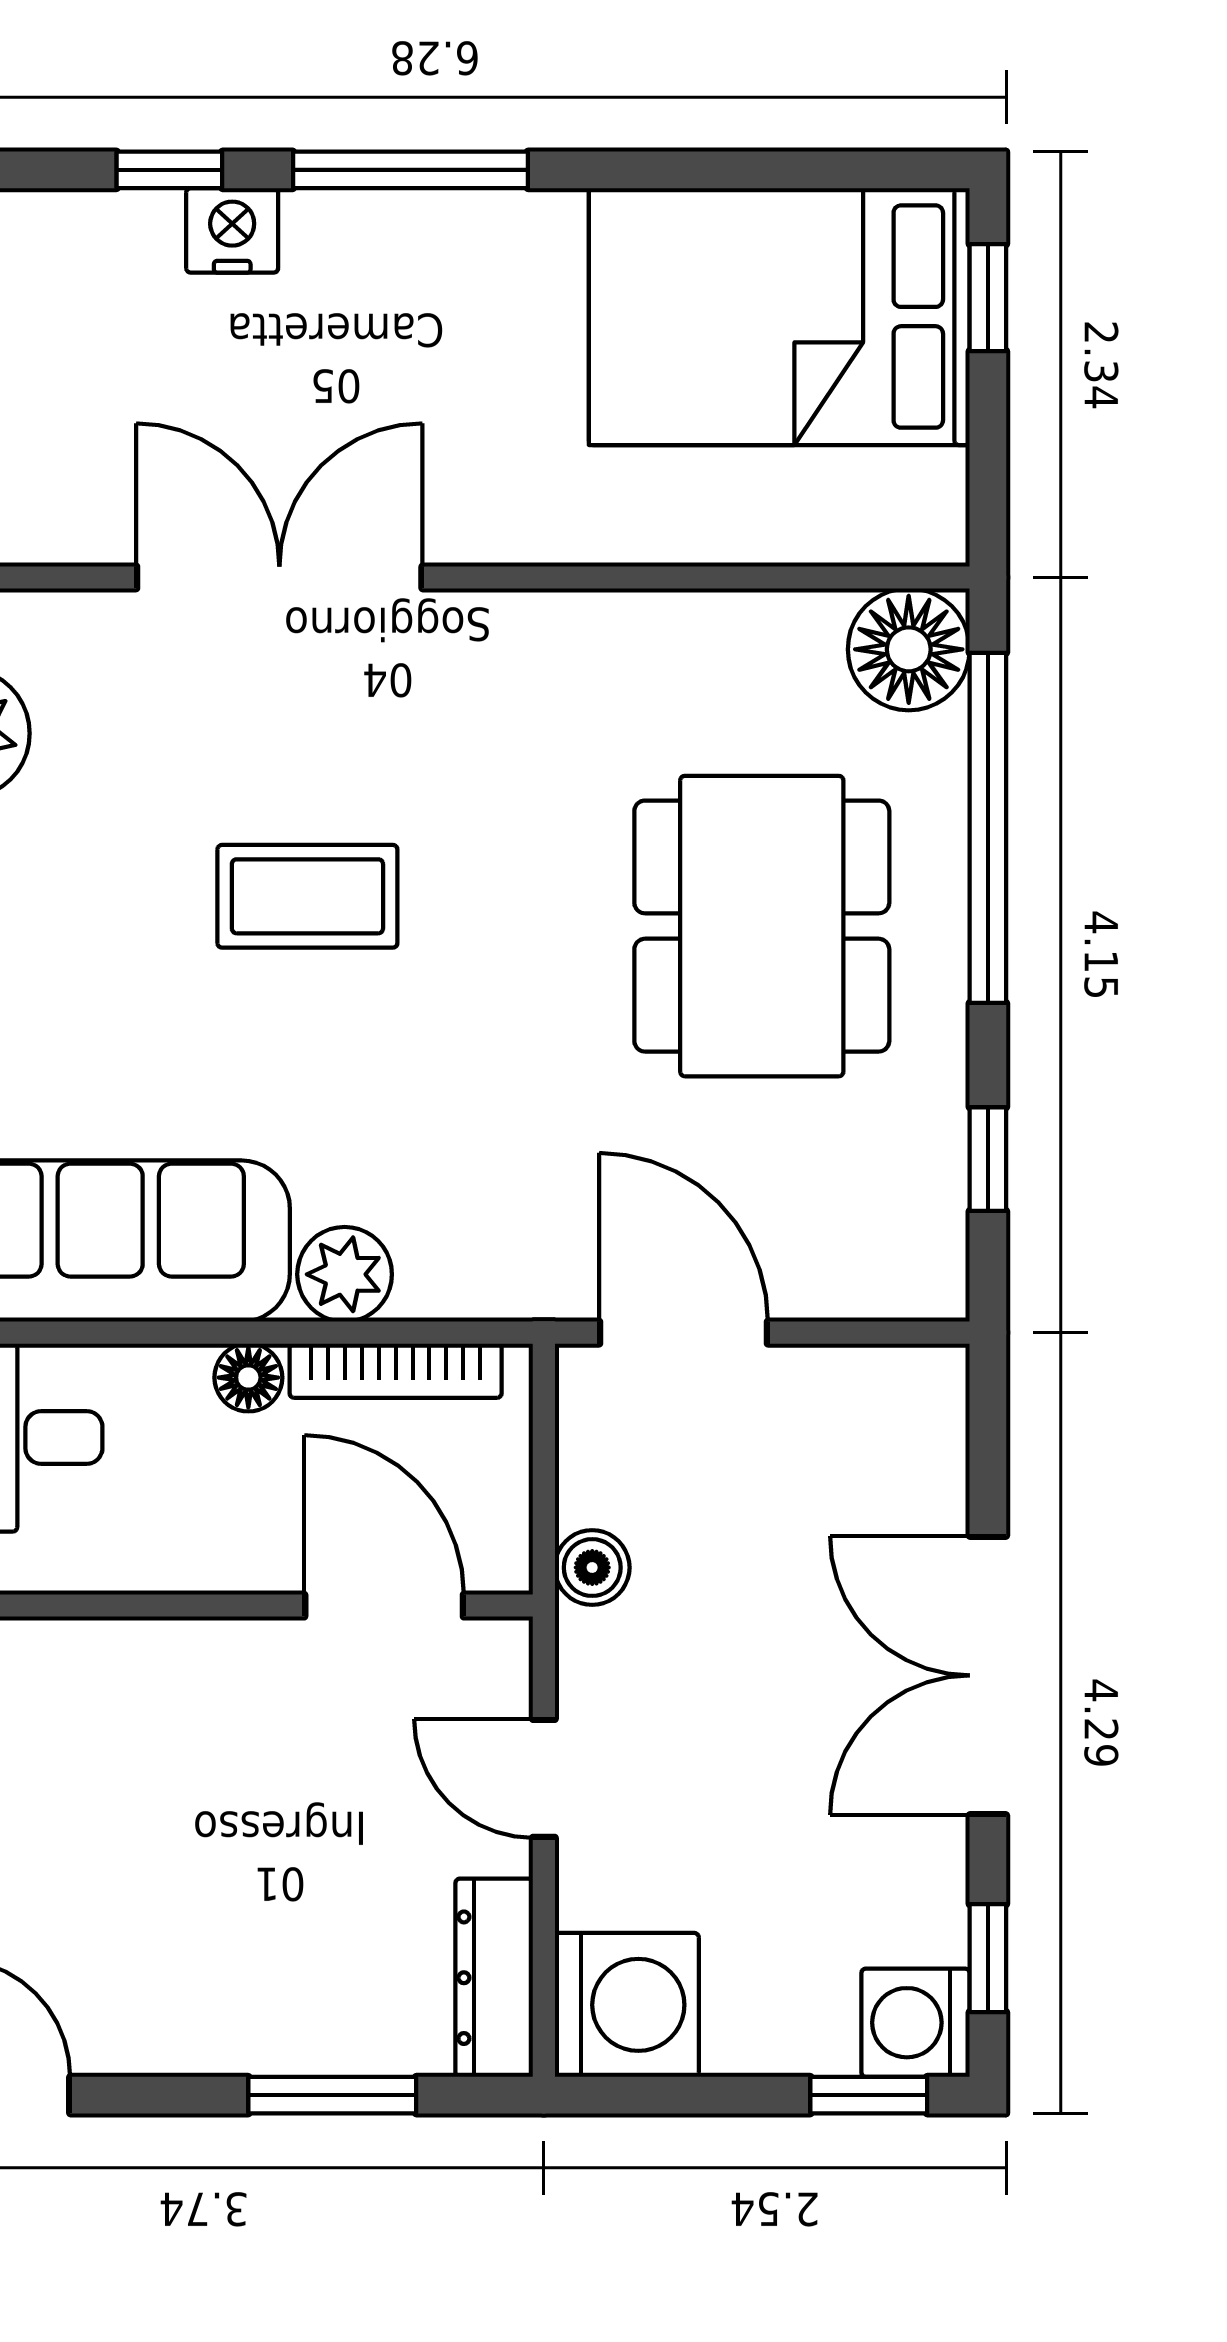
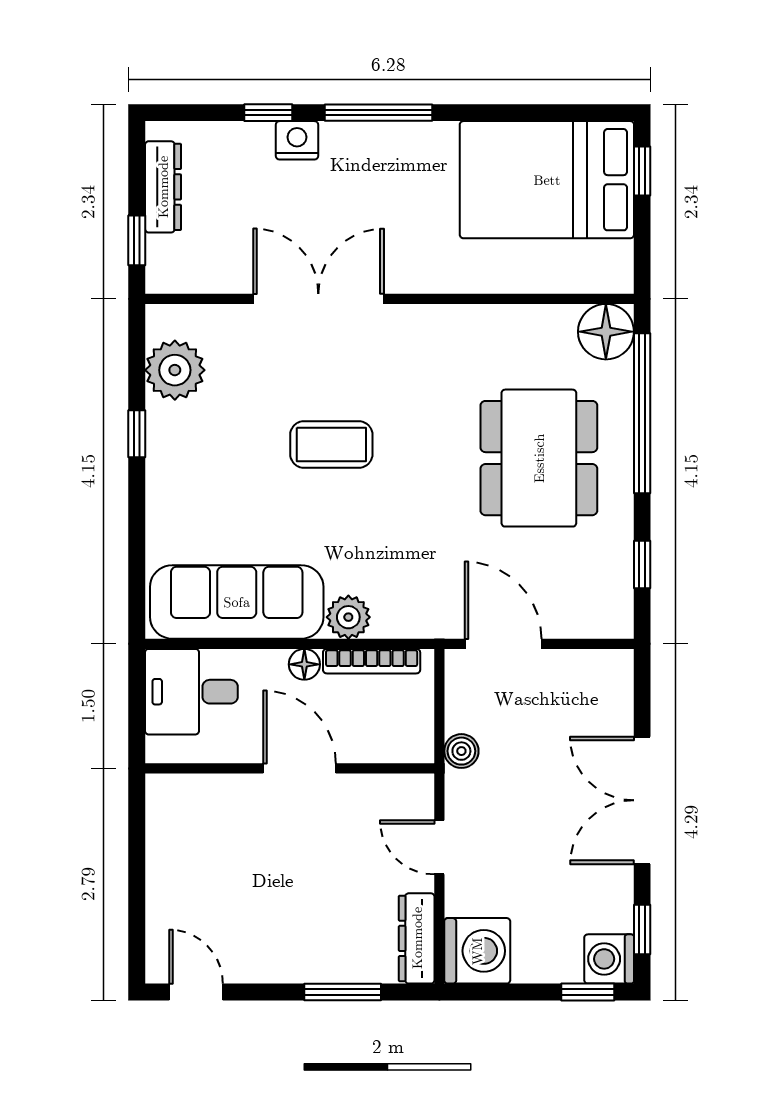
door: (384, 1606) -> (300, 768), moved

